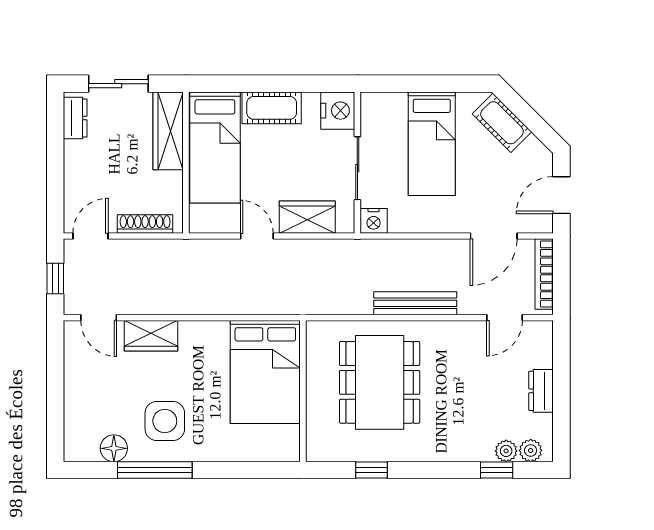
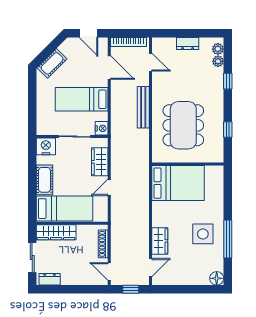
bed: (432, 144) -> (82, 99), moved, turned 180
dining table: (380, 382) -> (183, 125), turned 90
floor lamp: (114, 448) -> (217, 278), moved
window: (497, 470) -> (228, 81), moved

